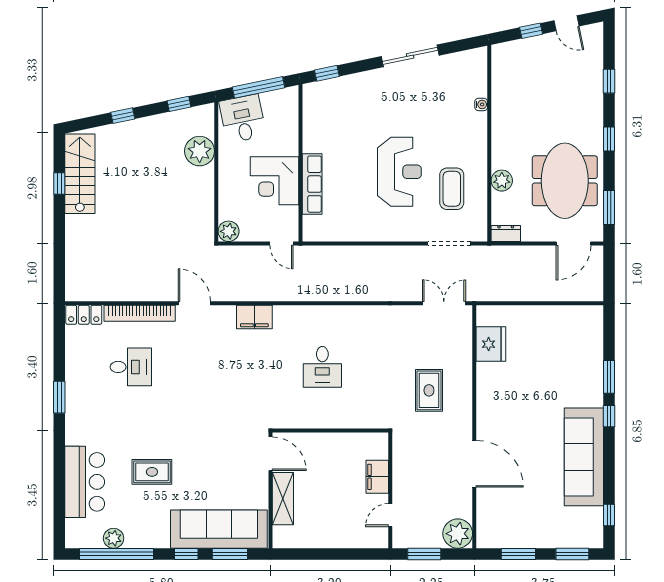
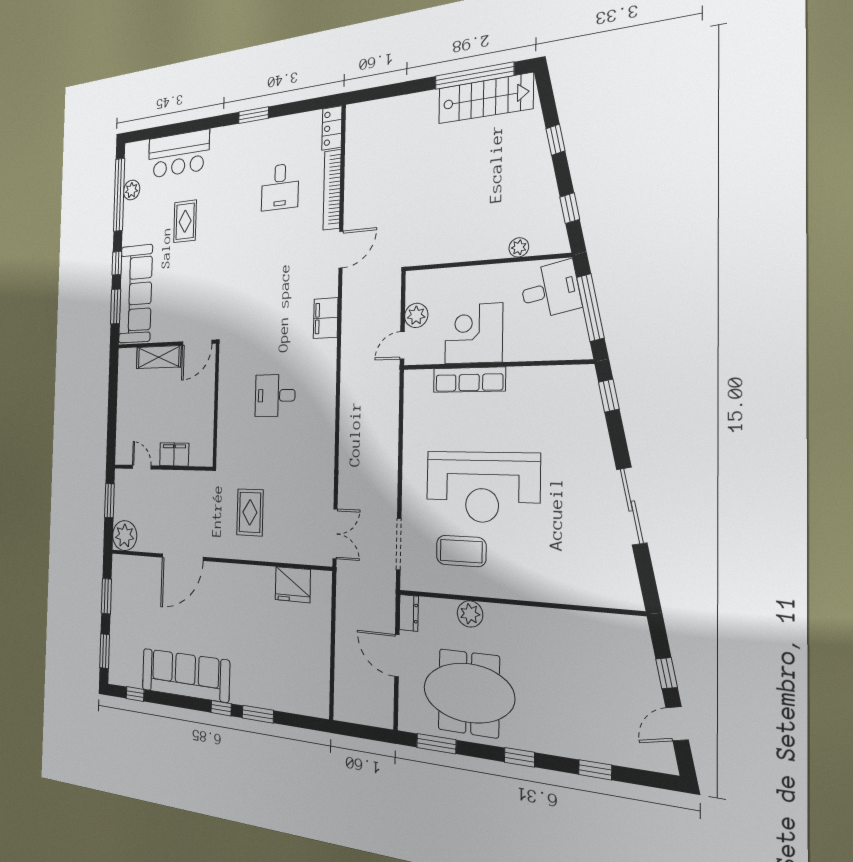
water cooler: (481, 104) -> (565, 596), removed
plant: (200, 151) -> (519, 247), width x0.53, depth x0.53
reception desk: (399, 172) -> (482, 487), width x1.36, depth x1.30
window: (59, 183) -> (474, 76), width x3.17
plant: (229, 231) -> (416, 315), moved
door: (573, 244) -> (397, 656), moved
rug: (429, 390) -> (250, 512), turned 90

